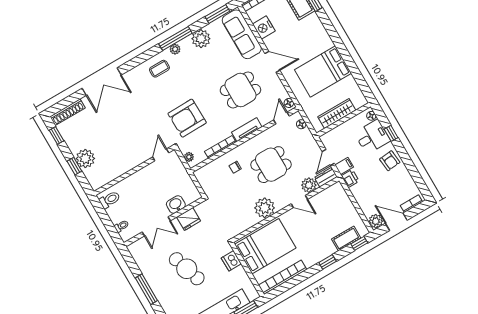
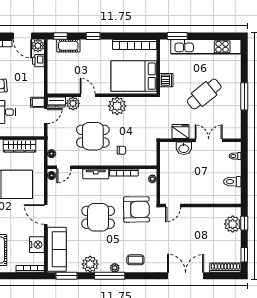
dining table: (240, 90) -> (98, 217), moved
door: (161, 155) -> (173, 205), moved
wall: (134, 170) -> (200, 205), moved
printer: (350, 179) -> (38, 61), moved
cafe table: (187, 269) -> (204, 94), turned 69

